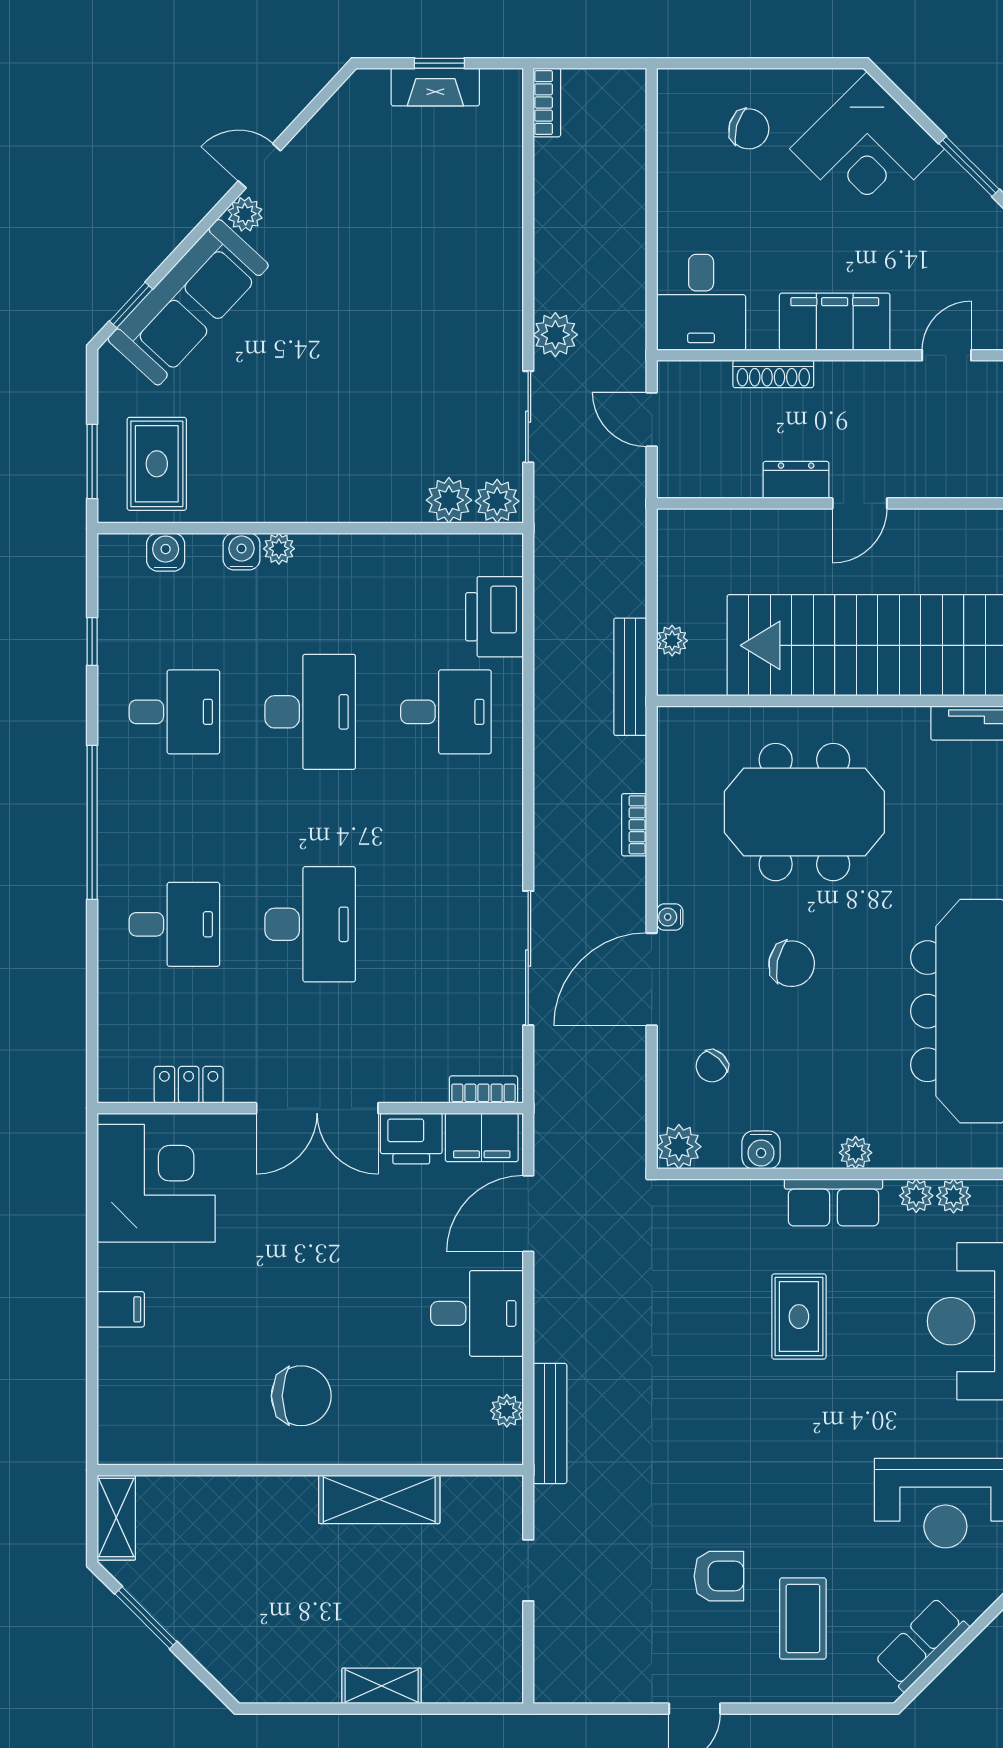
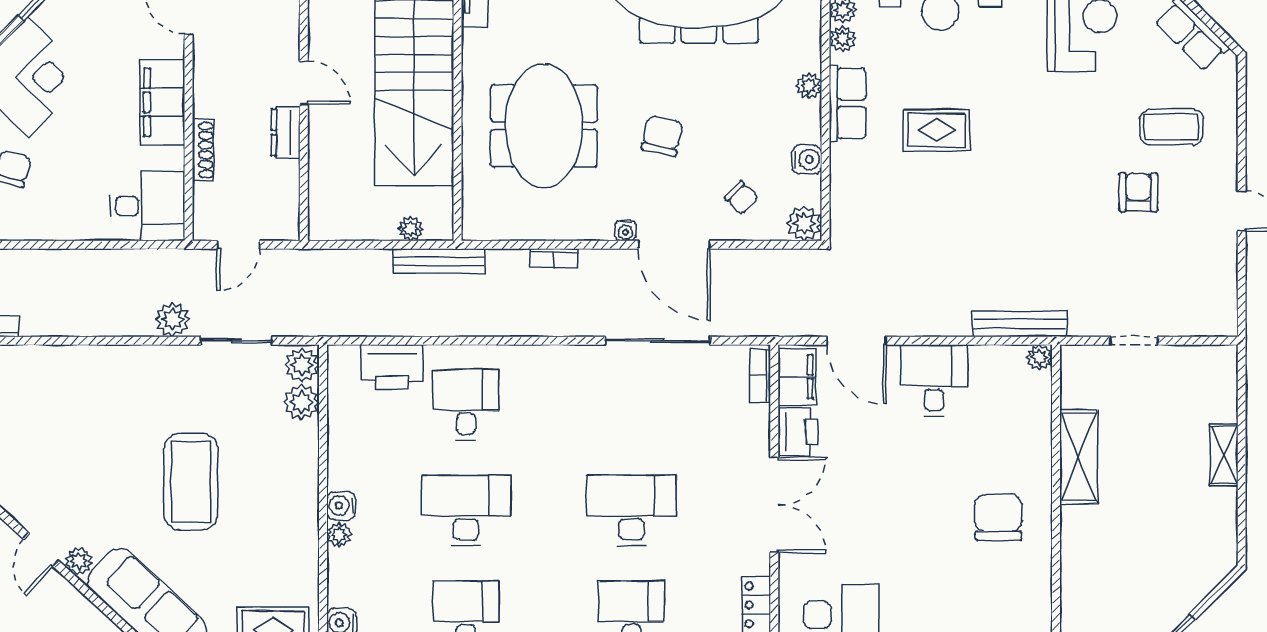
coffee table: (347, 358) -> (191, 482), added
water cooler: (242, 551) -> (341, 506), moved
plant: (507, 1411) -> (1039, 357), moved

